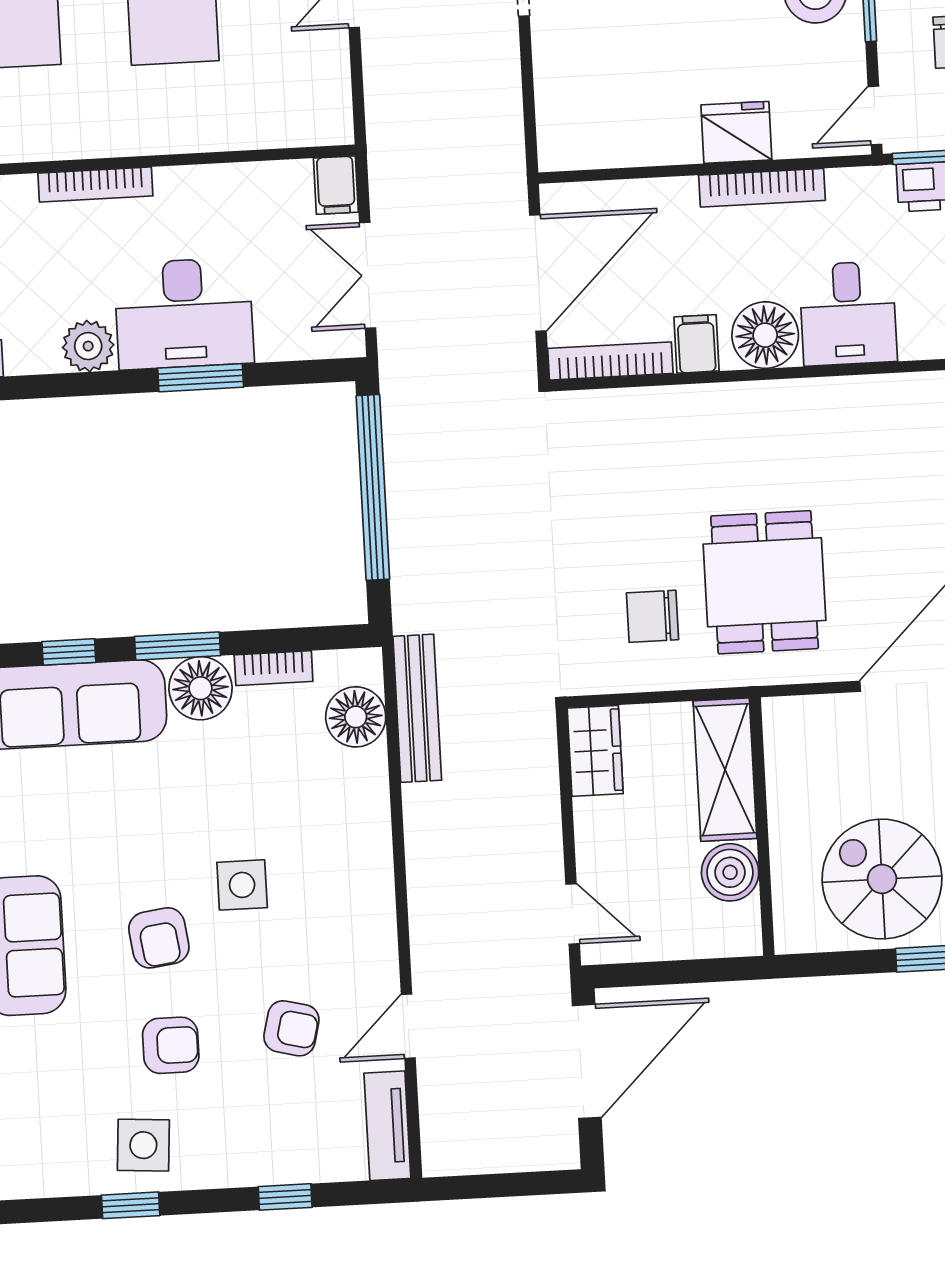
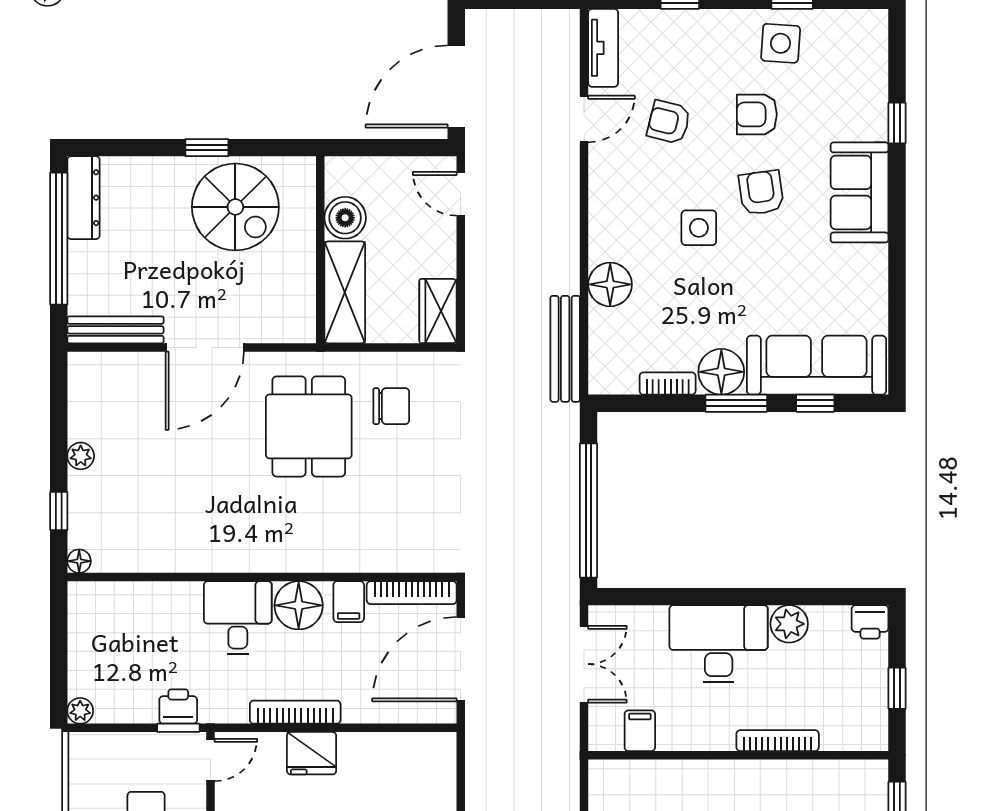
filing cabinet: (336, 185) -> (640, 731), moved
window: (201, 378) -> (709, 597), removed
floor lamp: (356, 717) -> (610, 284), moved

